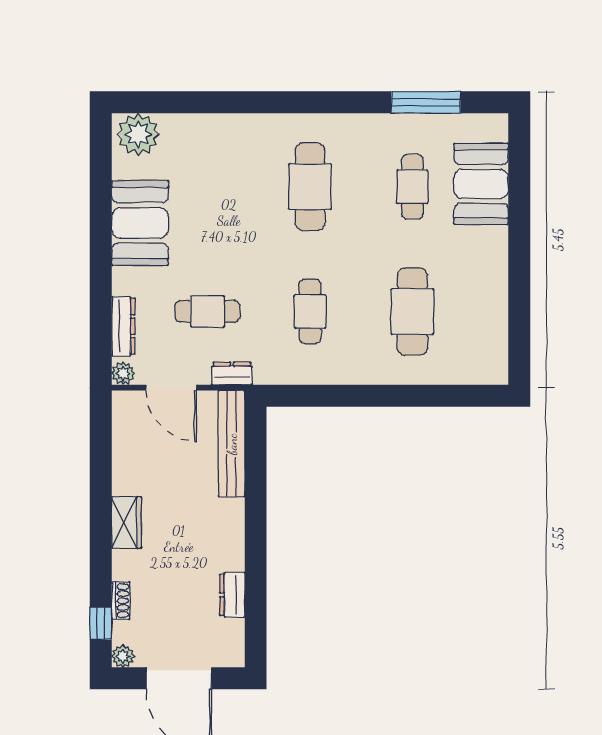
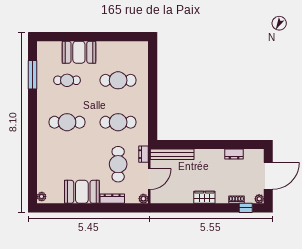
plant: (138, 134) -> (42, 197), width x0.53, depth x0.53
booth: (481, 184) -> (79, 52), moved
cafe table: (208, 311) -> (118, 164), width x1.37, depth x1.35
cafe table: (310, 311) -> (118, 122), width x1.37, depth x1.35
dresser: (123, 326) -> (112, 199), moved

